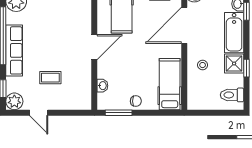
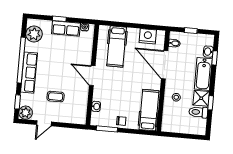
door: (184, 25) -> (165, 65), hinge flipped
door: (94, 47) -> (92, 76), swing flipped
toilet: (232, 95) -> (198, 112), moved
door: (39, 113) -> (44, 123), hinge flipped

